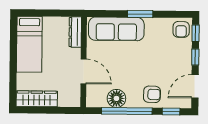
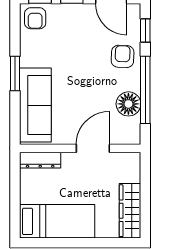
armchair: (181, 29) -> (35, 18), turned 90

